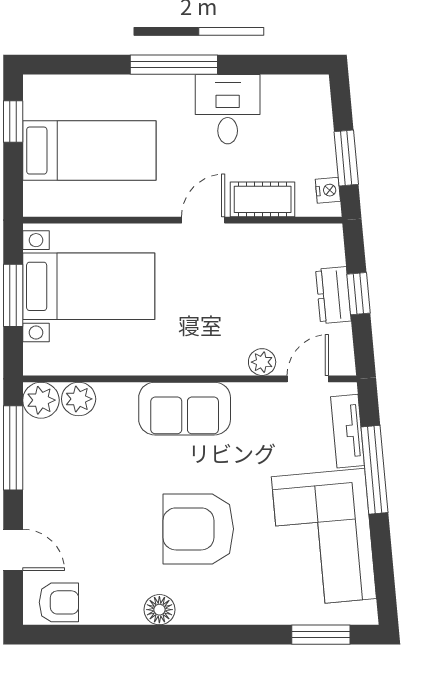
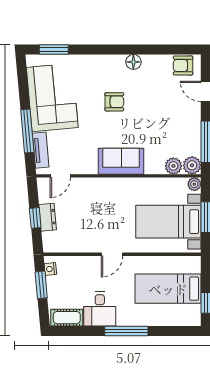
cot: (263, 199) -> (67, 318), moved
plant: (262, 362) -> (194, 184), moved
armchair: (198, 529) -> (114, 102), width x0.53, depth x0.53

